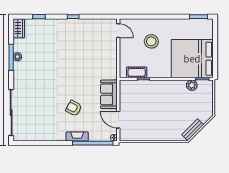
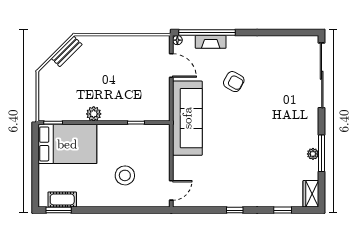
door: (118, 31) -> (171, 190), swing flipped
bed: (192, 59) -> (67, 144), width x0.73
cot: (137, 72) -> (62, 199), moved
plant: (192, 85) -> (94, 114), moved
sofa: (109, 94) -> (187, 118), width x1.85, depth x1.27
fireplace: (77, 136) -> (211, 42), moved

